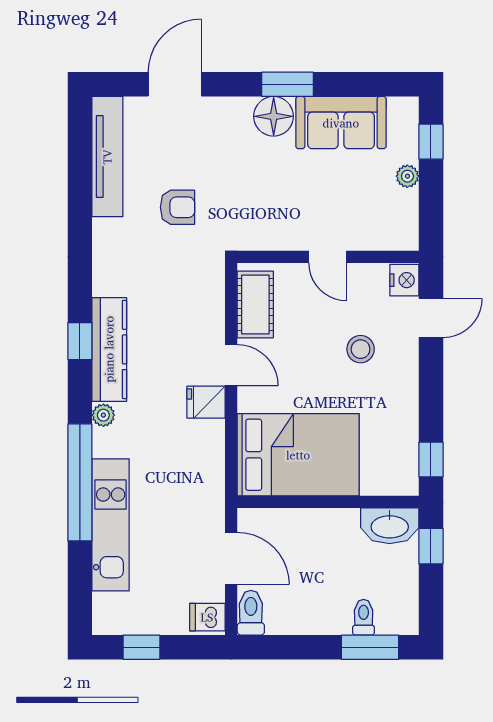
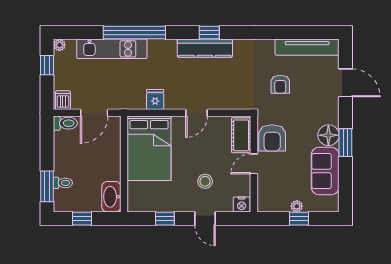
window: (431, 142) -> (299, 219), moved
armchair: (279, 222) -> (272, 138), added
cot: (255, 304) -> (241, 135), moved, turned 90
door: (431, 318) -> (205, 219), moved
fridge: (206, 402) -> (155, 99), moved
plant: (103, 415) -> (59, 45), moved
window: (431, 459) -> (165, 219), moved
window: (431, 546) -> (82, 219), moved

